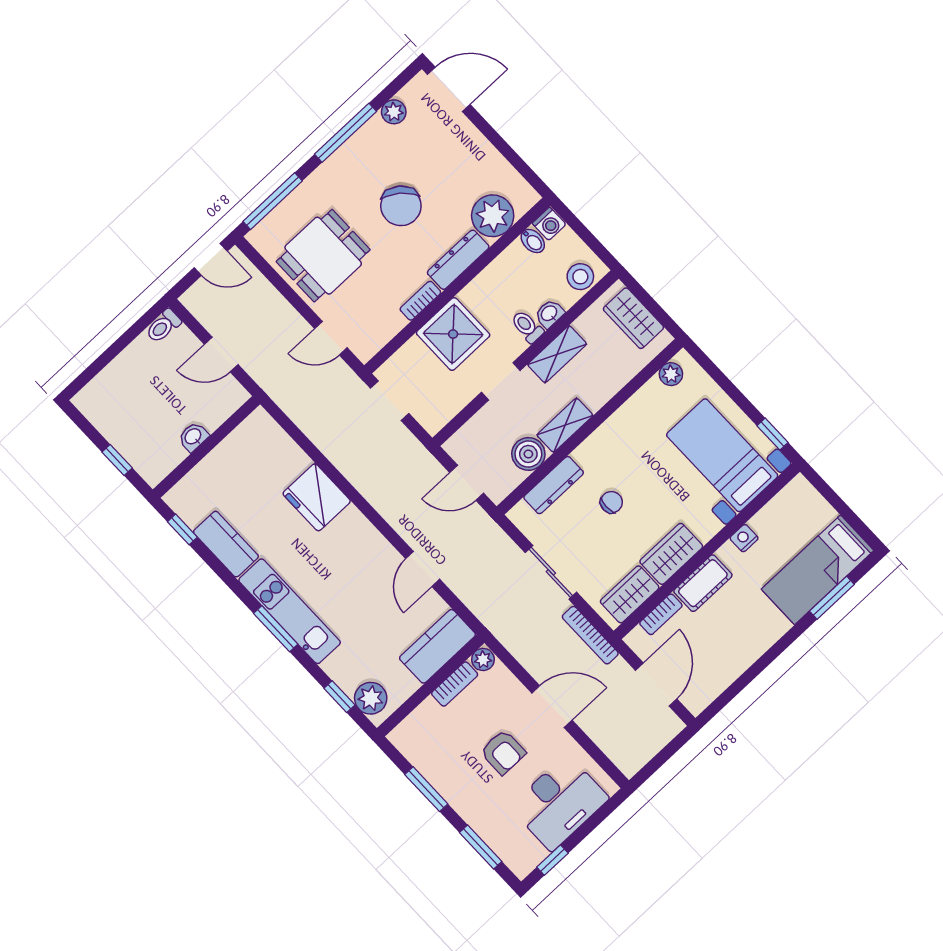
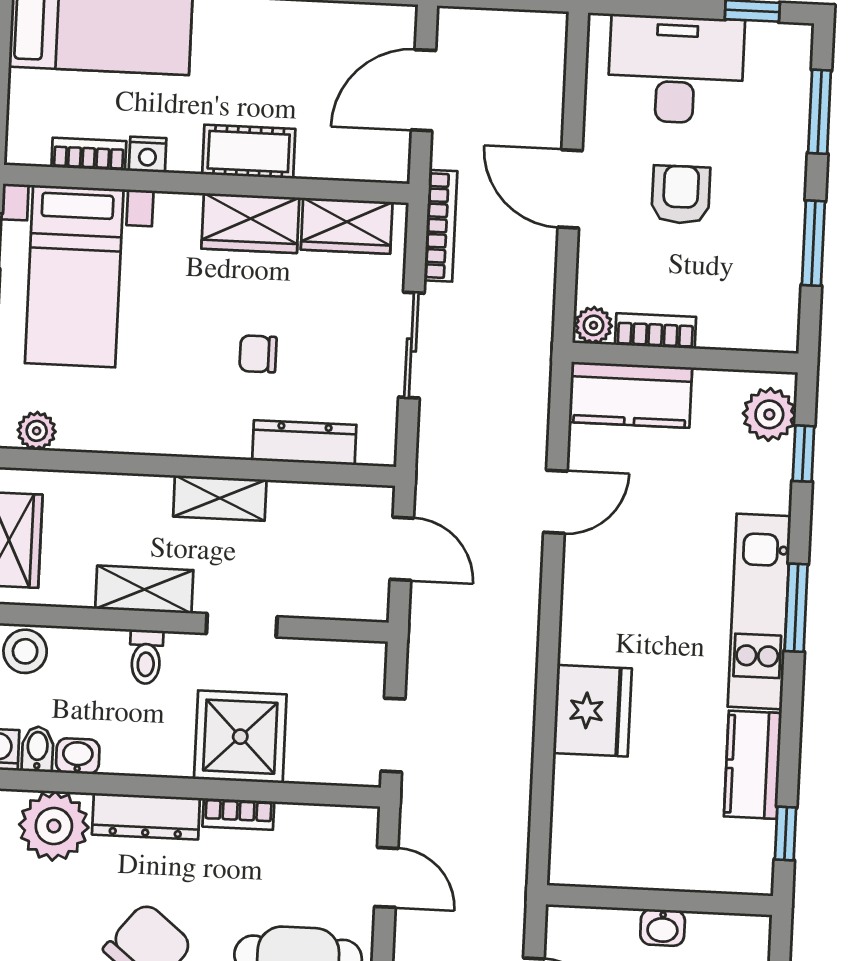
washbasin: (549, 314) -> (78, 756), moved, turned 180
boiler: (528, 454) -> (296, 508), removed
bookcase: (661, 614) -> (89, 154), moved

